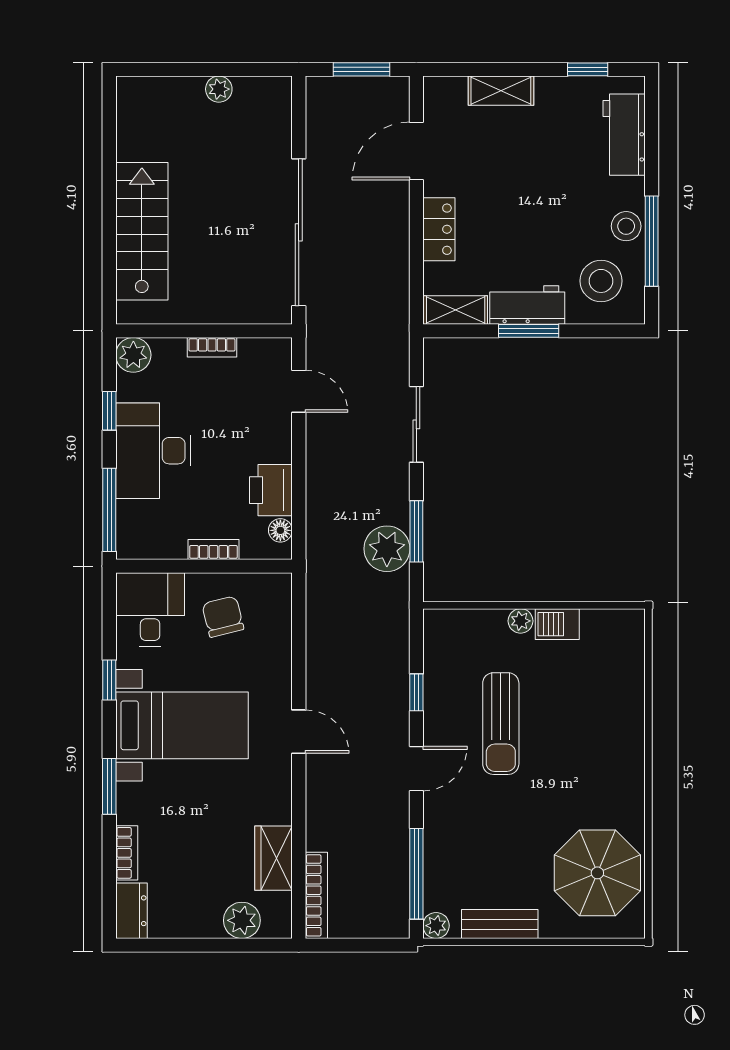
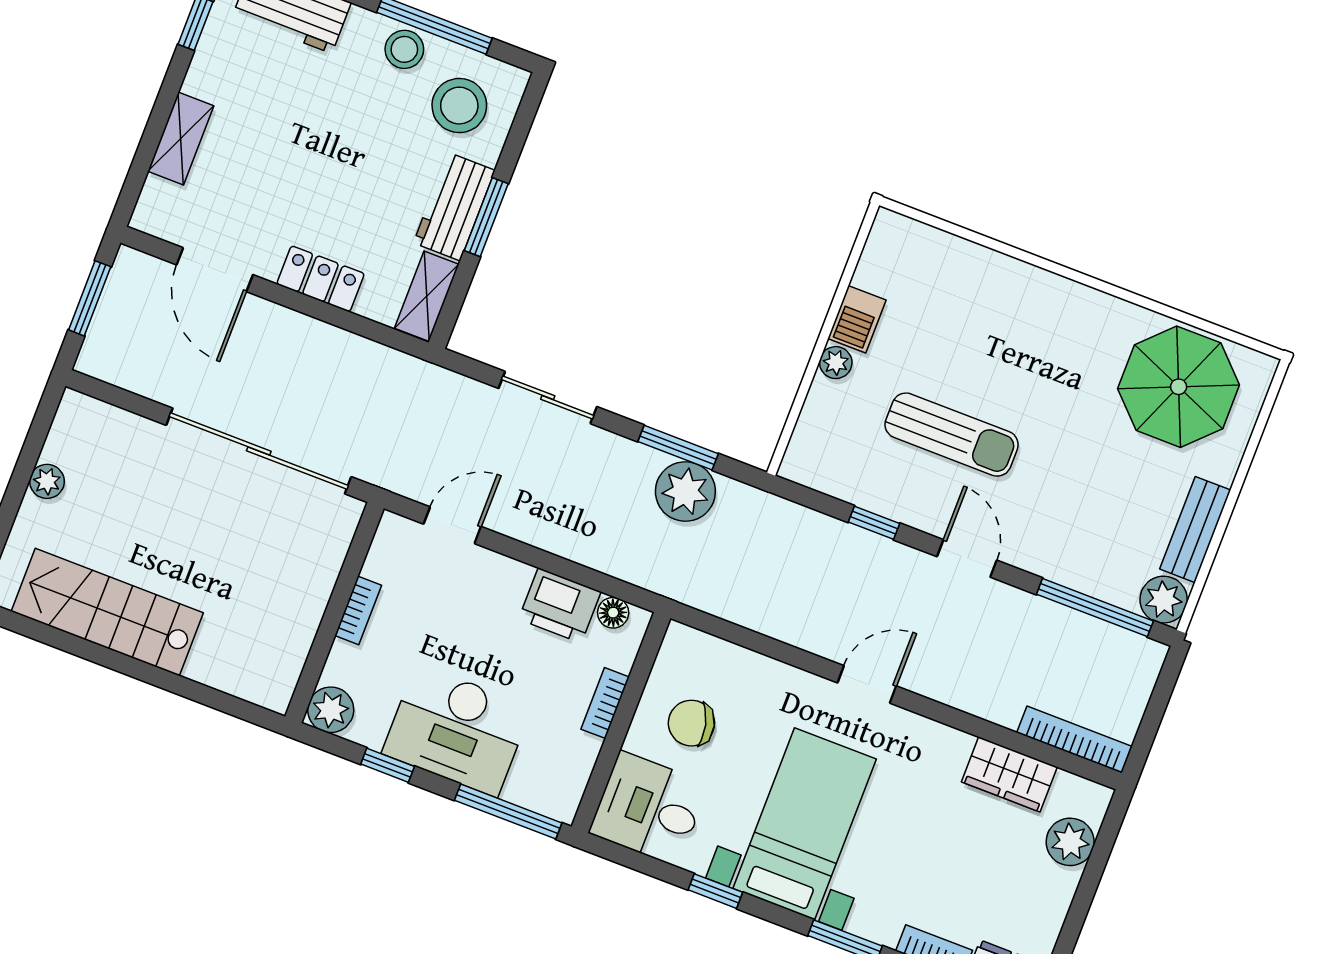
stairs: (142, 231) -> (107, 612), moved
plant: (436, 926) -> (1164, 600), width x1.38, depth x1.38

